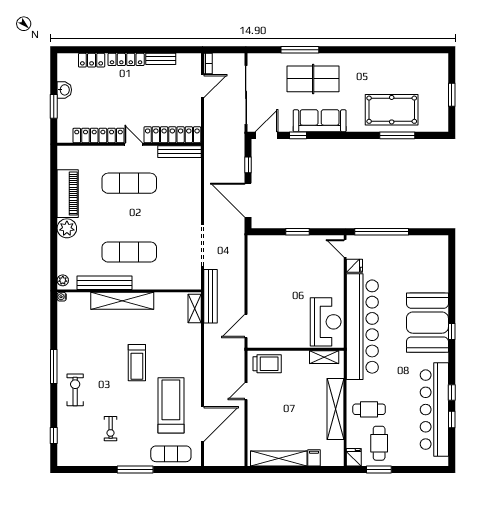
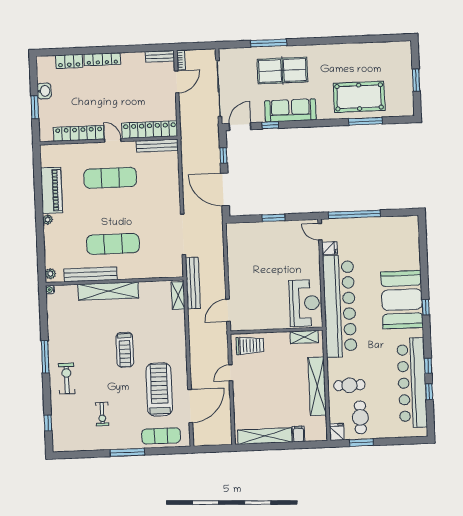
bench: (161, 59) -> (160, 56), moved
plant: (67, 228) -> (48, 220), width x0.53, depth x0.53

